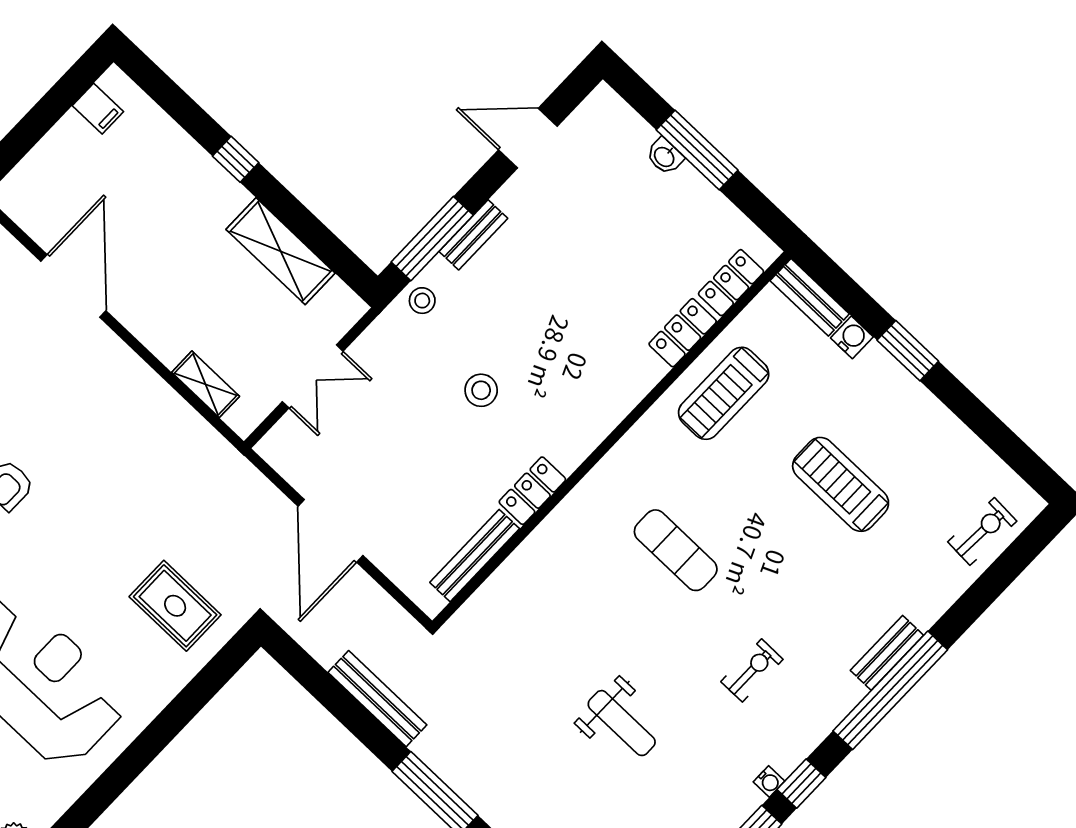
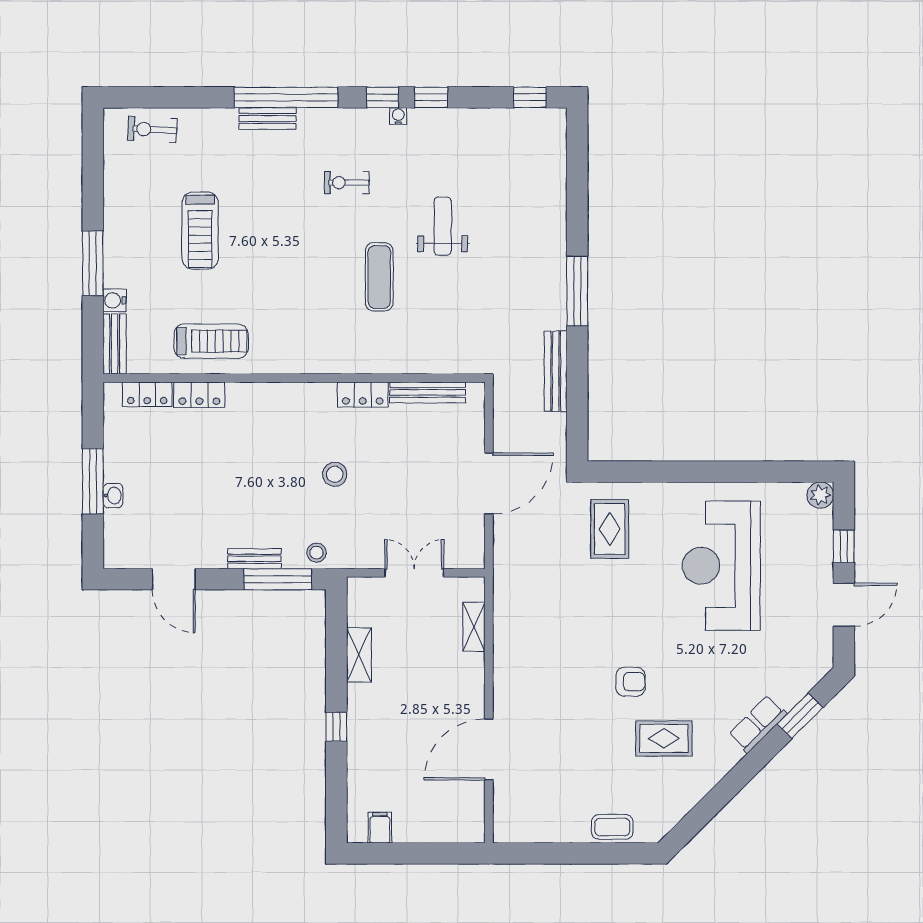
shelving: (281, 251) -> (359, 655), width x0.67, depth x0.75
window: (908, 351) -> (93, 263), width x1.44
exercise mat: (676, 550) -> (379, 277), moved

